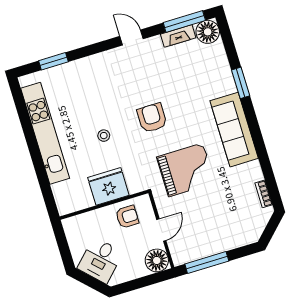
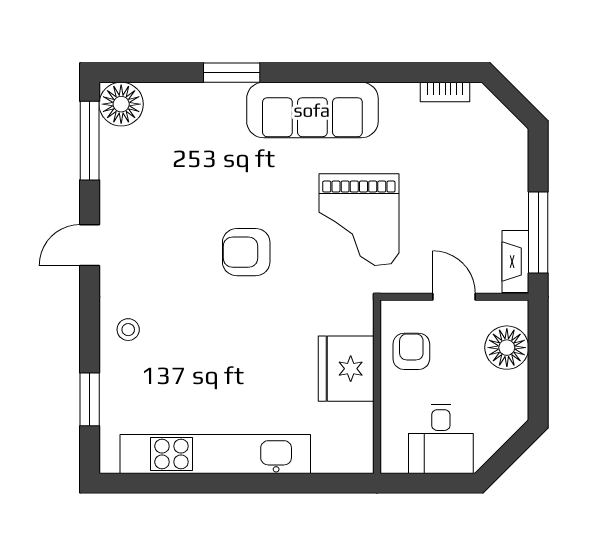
fireplace: (178, 36) -> (515, 262), moved, turned 180
stool: (104, 136) -> (128, 330), moved
grand piano: (186, 170) -> (359, 220), turned 180
desk: (100, 260) -> (441, 439), moved, turned 45
floor lamp: (157, 260) -> (507, 348), moved

